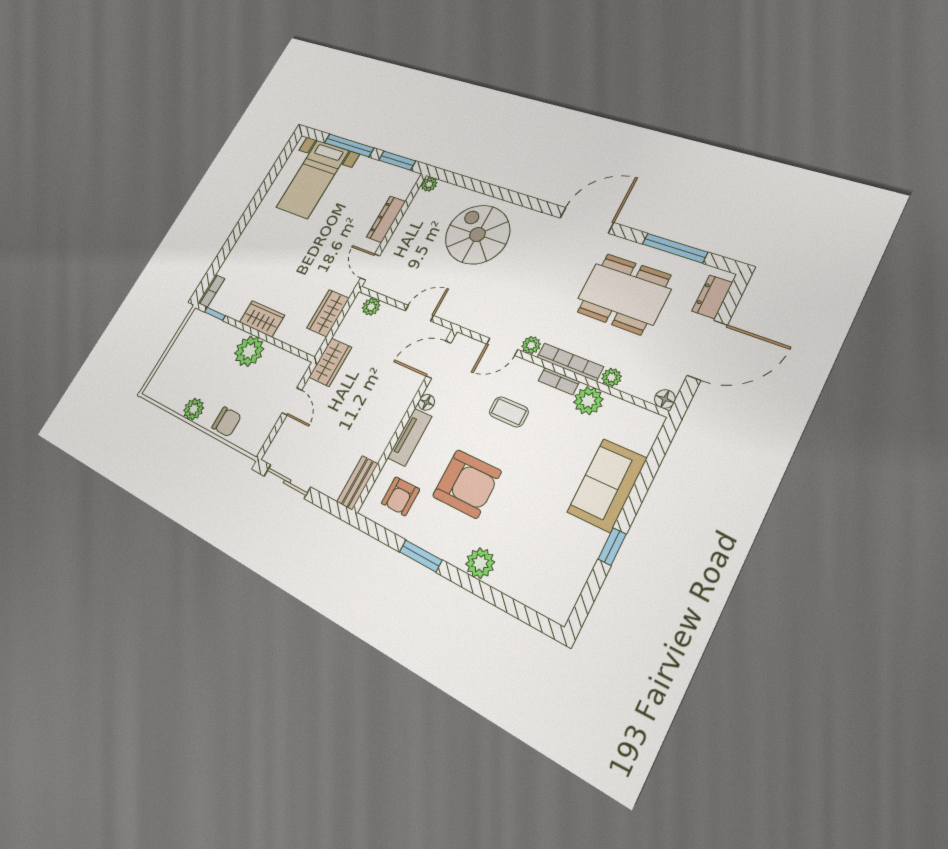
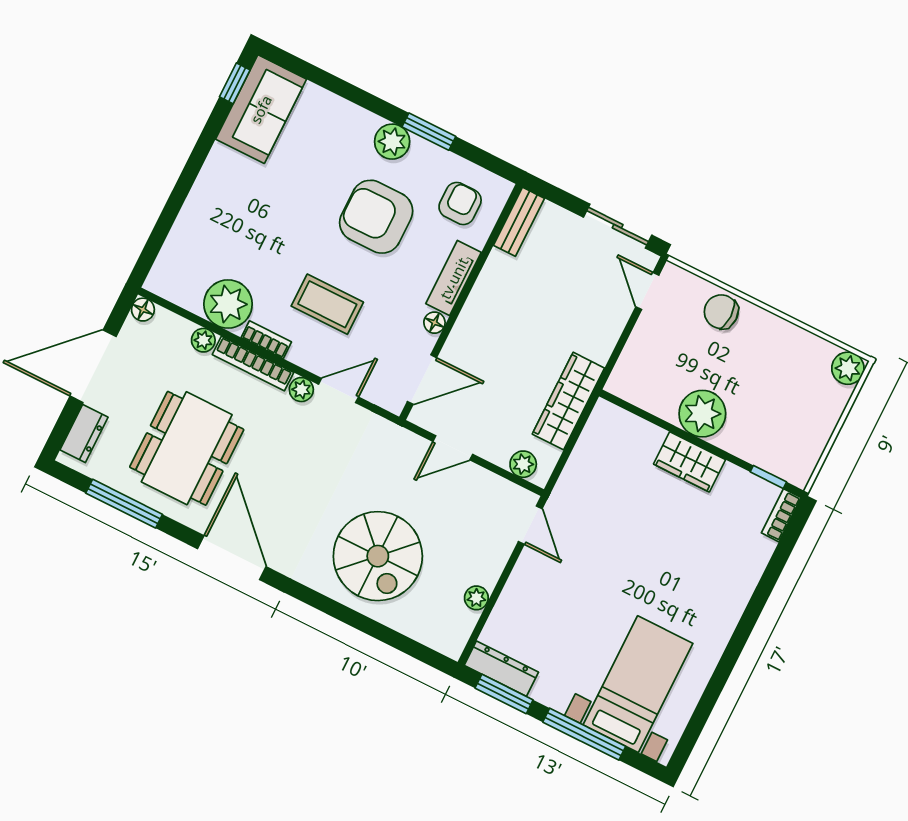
plant: (429, 184) -> (476, 598), moved
dresser: (386, 219) -> (501, 669), moved, turned -90
door: (587, 220) -> (232, 558), swing flipped
dining table: (624, 294) -> (187, 448), turned 90
wardrobe: (328, 313) -> (587, 461), removed
wardrobe: (330, 362) -> (568, 401), width x1.50
door: (292, 401) -> (647, 291), moved
plant: (588, 401) -> (228, 304), width x1.36, depth x1.36
plant: (194, 409) -> (848, 368), moved
coffee table: (509, 412) -> (327, 304), width x1.36, depth x1.30
sofa: (607, 485) -> (261, 109), moved
window: (612, 547) -> (235, 83), moved
plant: (480, 563) -> (392, 142), moved

